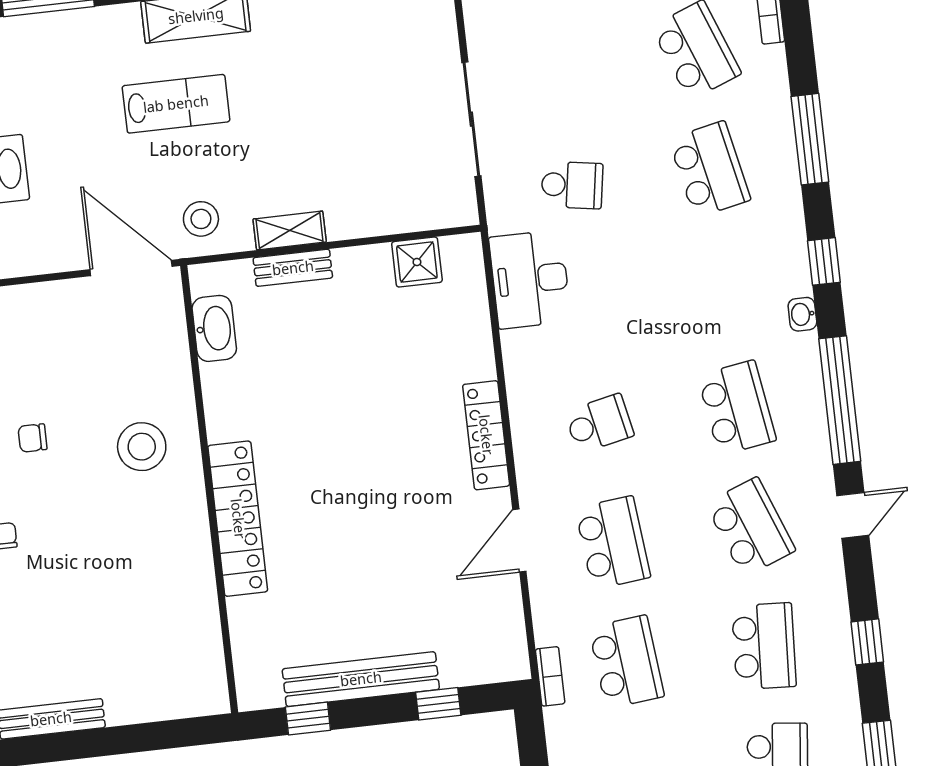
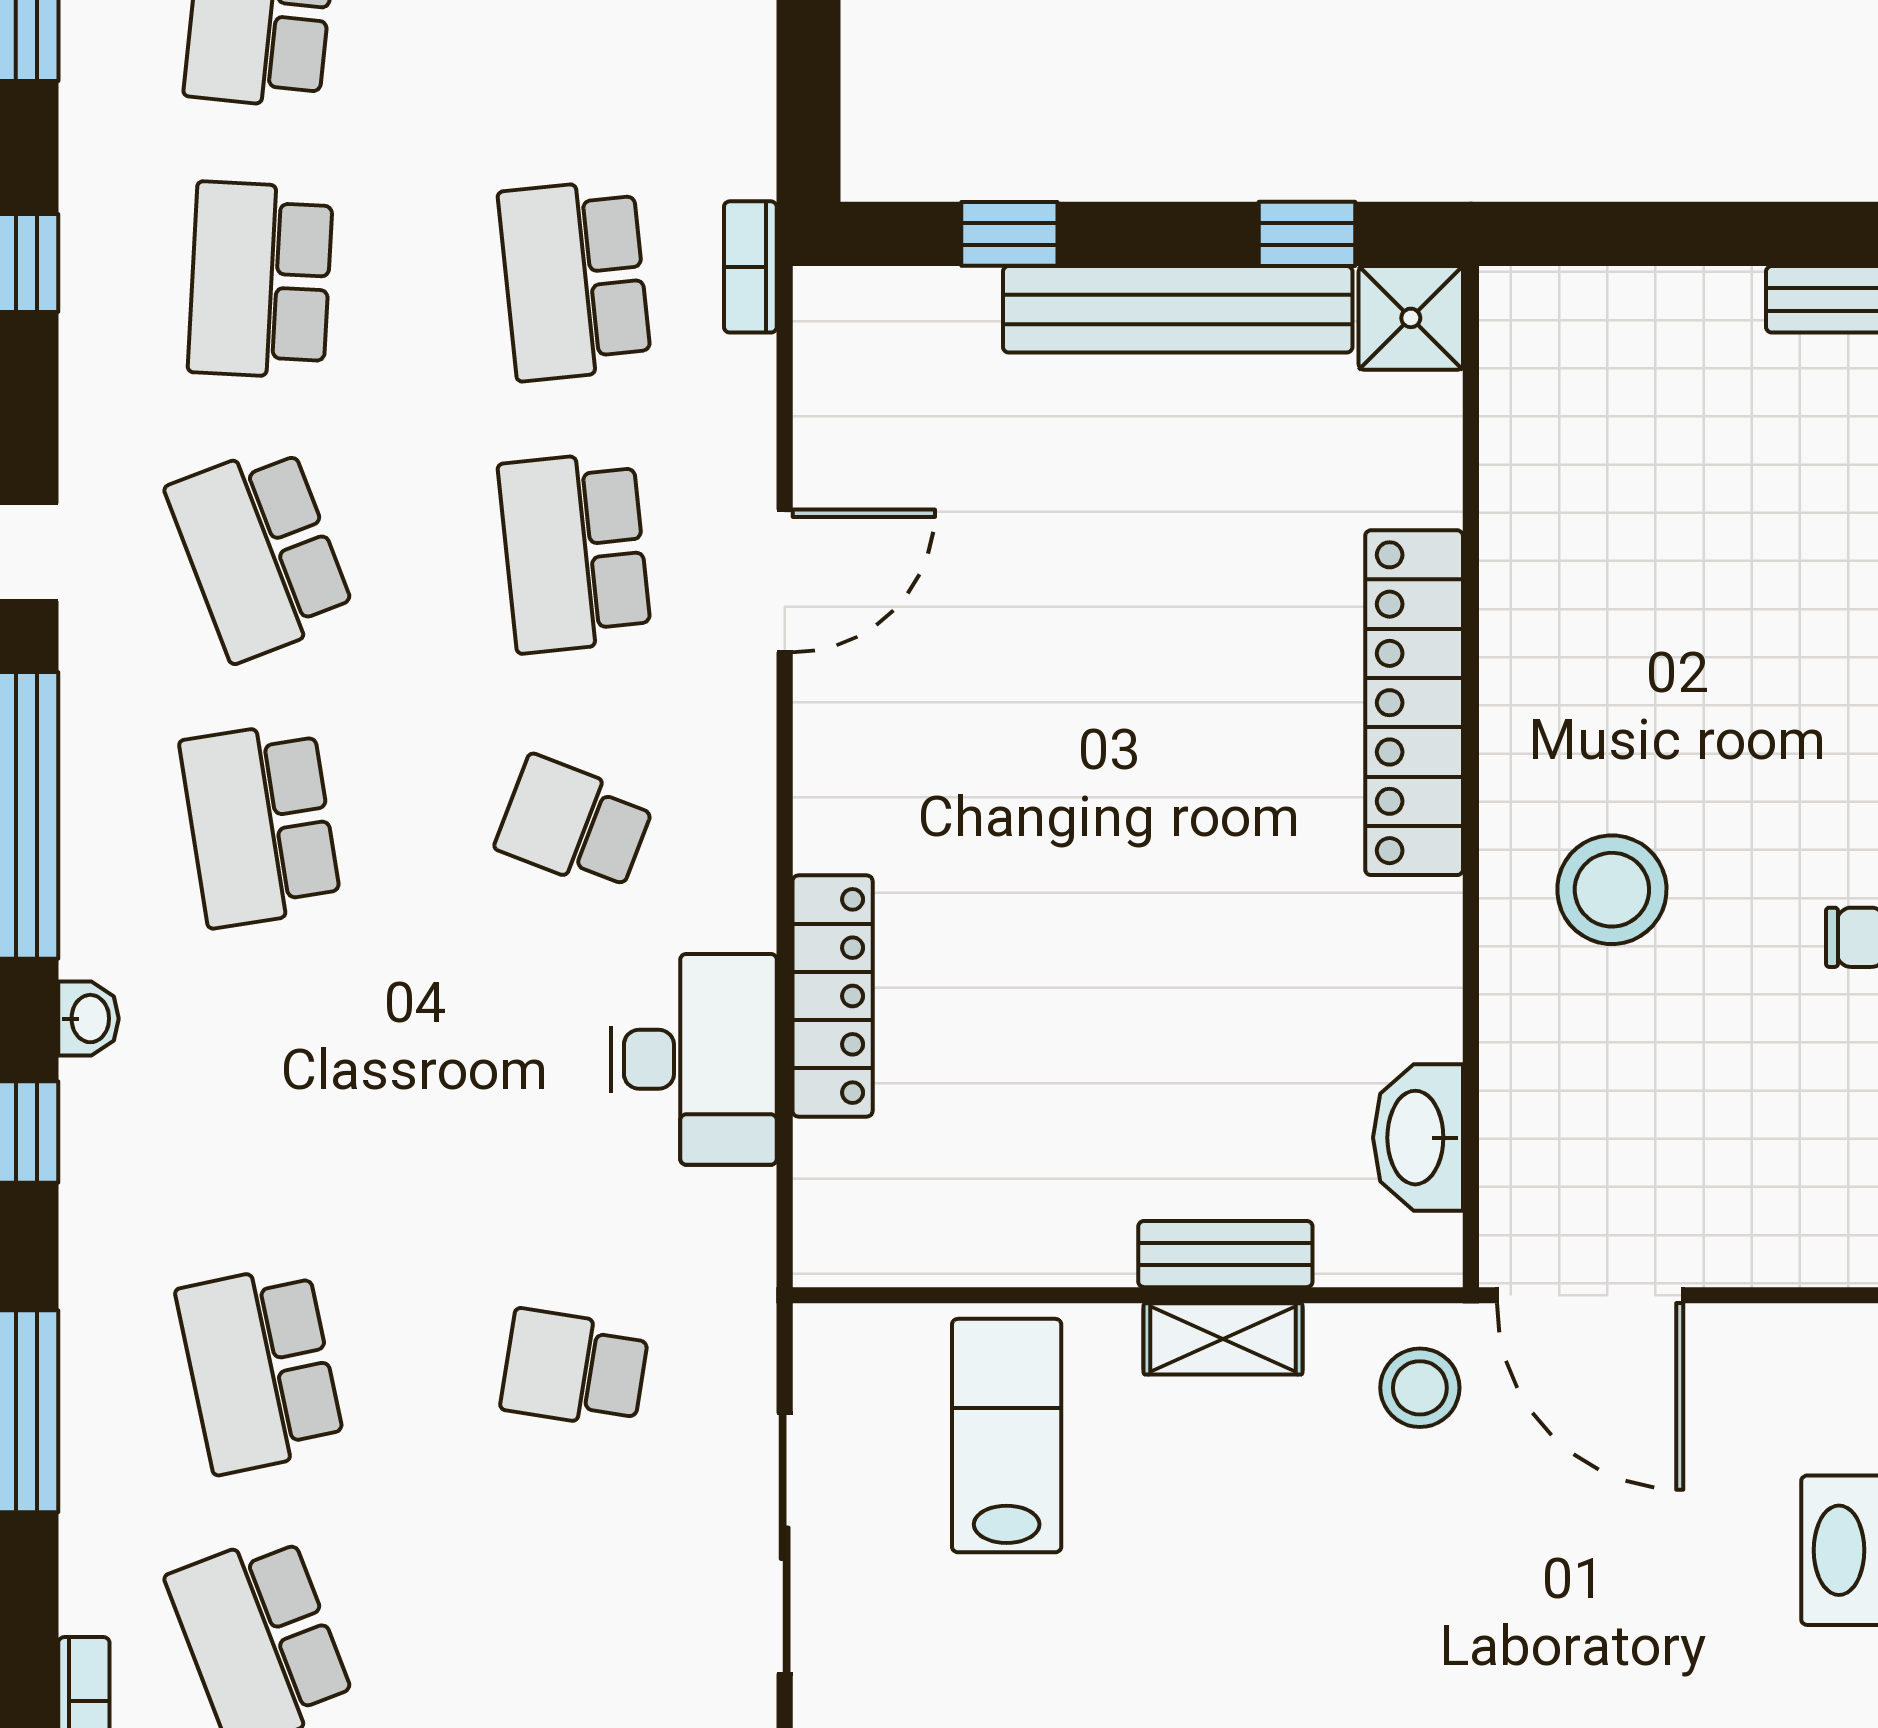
lab bench: (176, 104) -> (1007, 1436), moved, turned 90
shower: (417, 262) -> (1411, 318), moved
desk: (530, 279) -> (694, 1059), moved
school desk: (599, 423) -> (575, 824), turned 33
locker: (486, 435) -> (833, 996), moved

